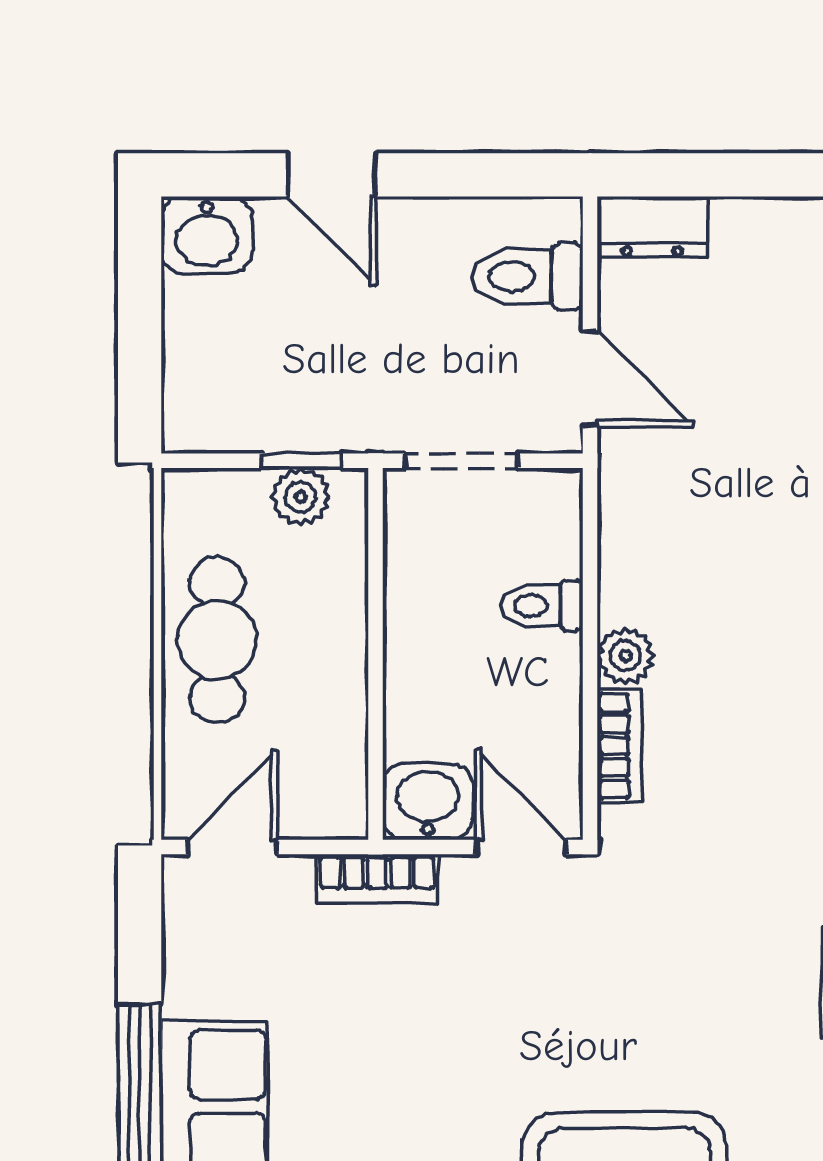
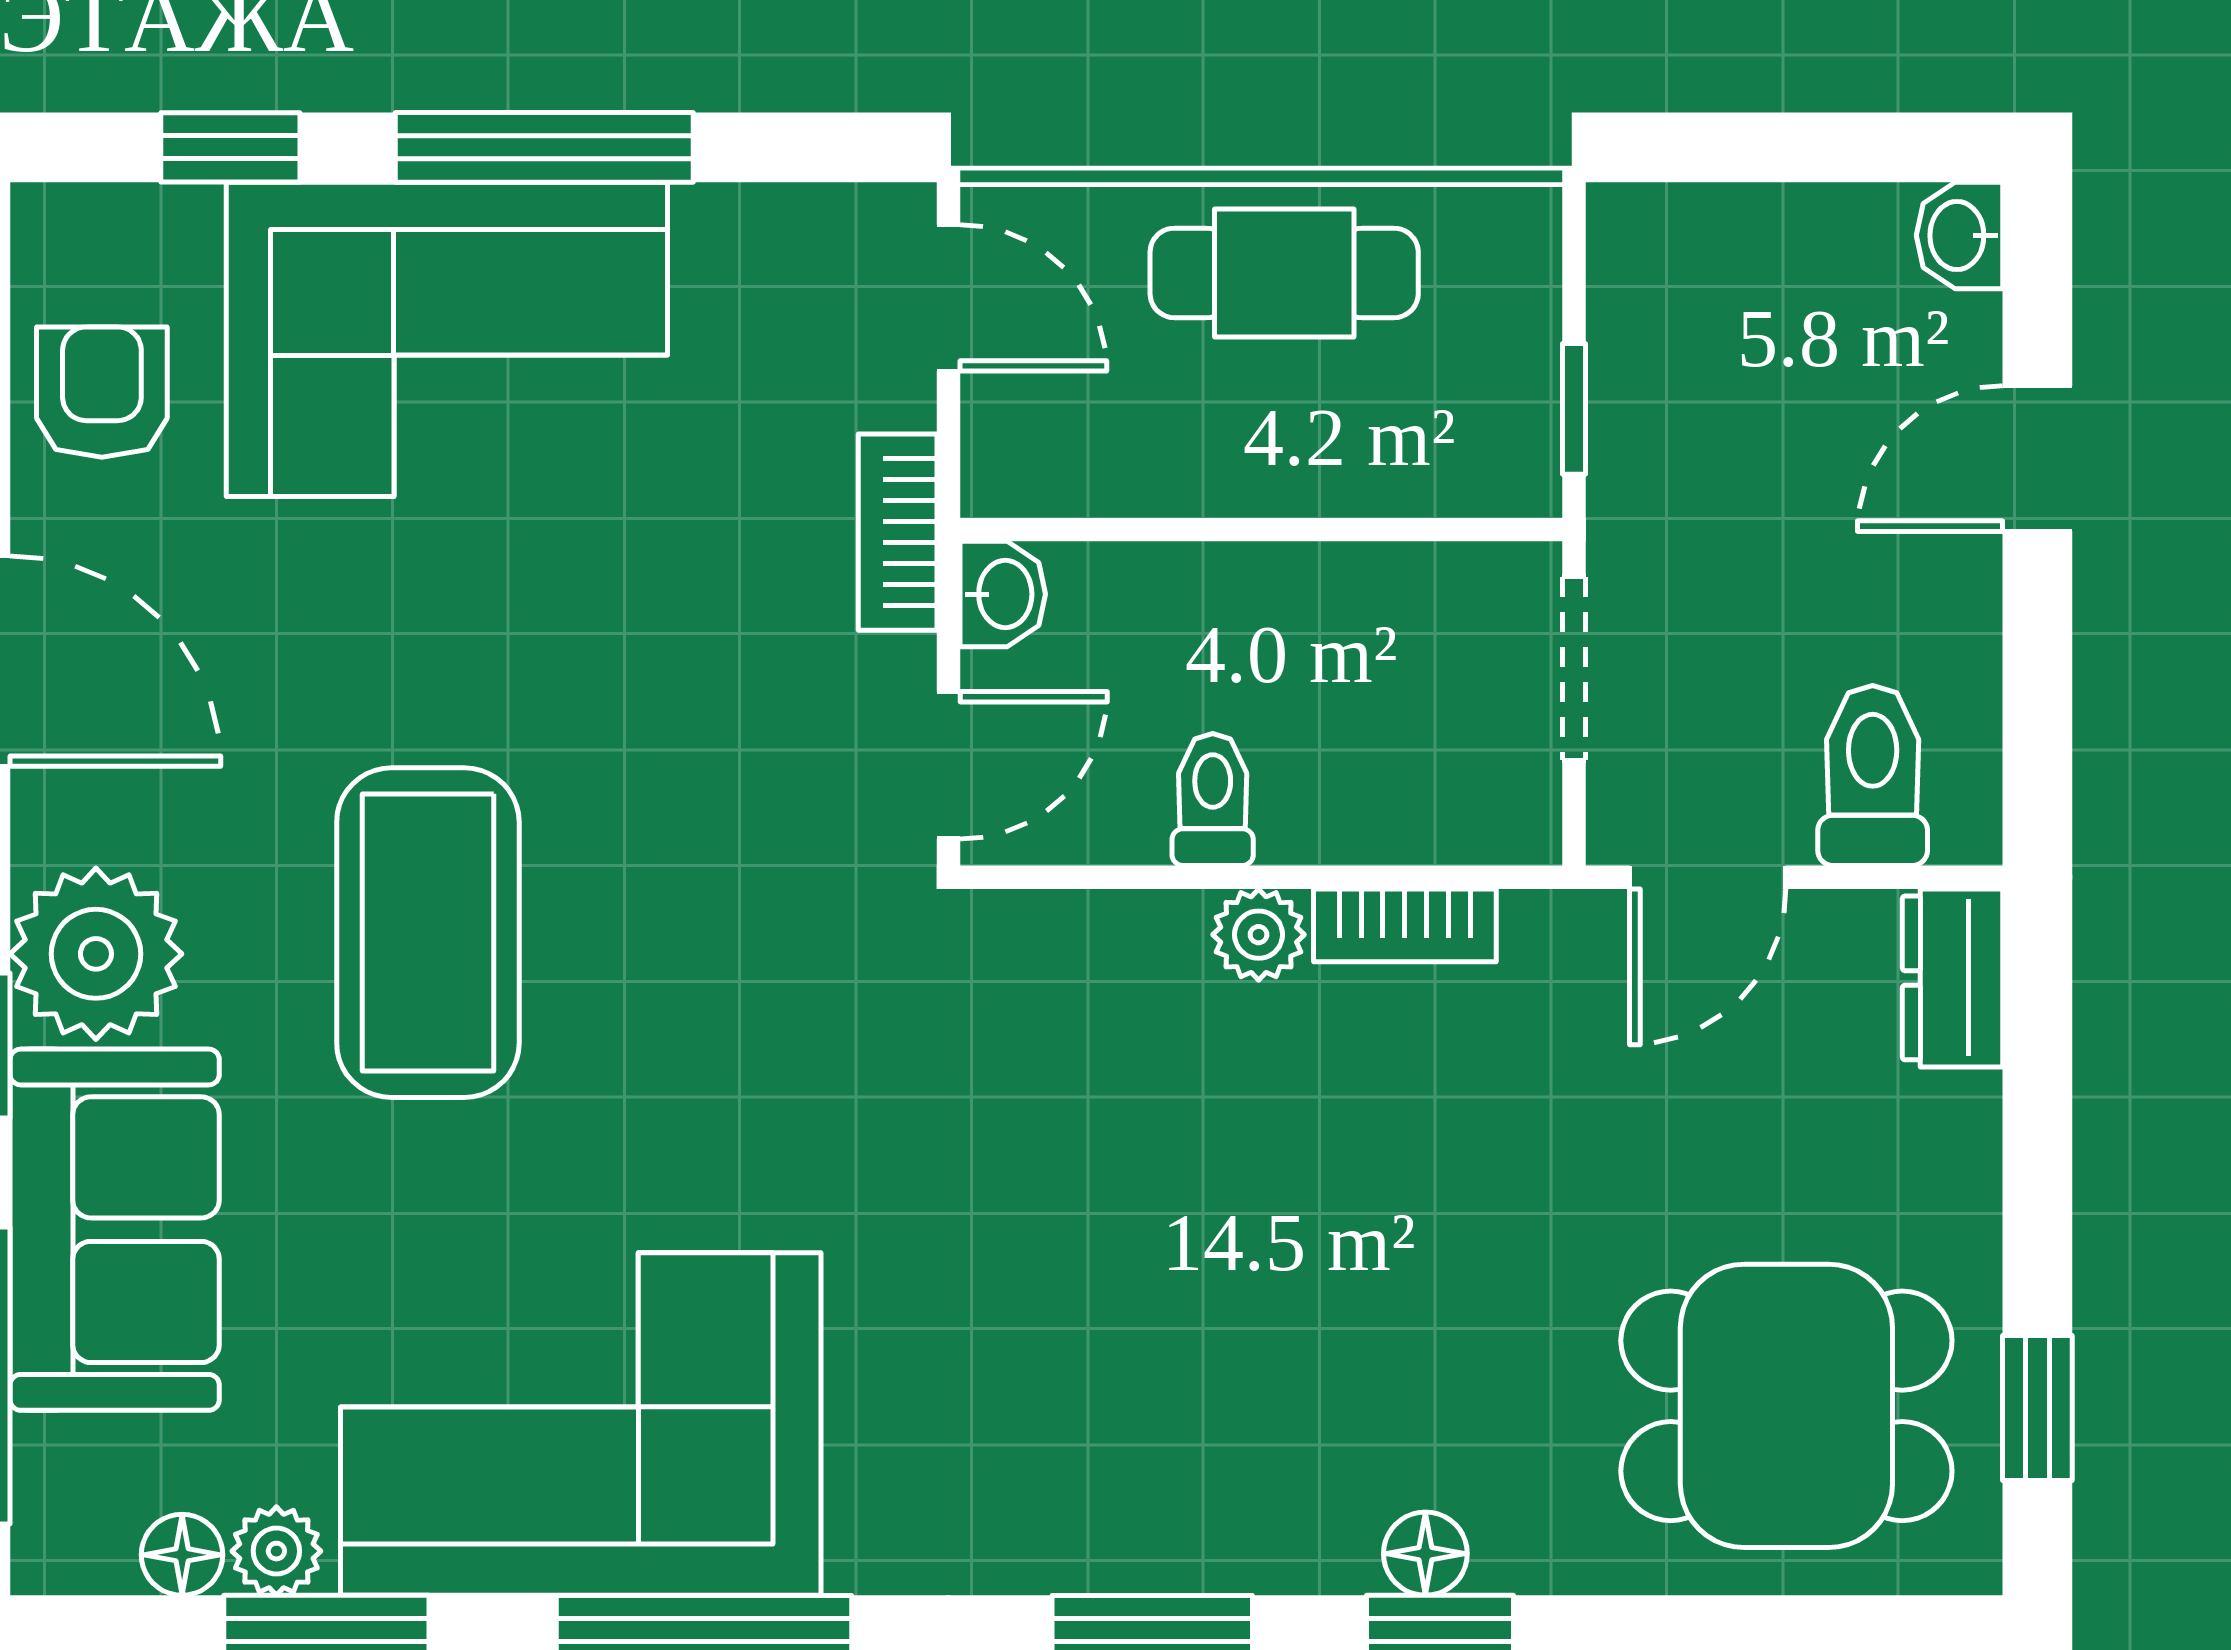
washbasin: (207, 235) -> (1960, 235), width x0.72, depth x0.69
plant: (301, 497) -> (1516, 408), removed
toilet: (542, 605) -> (1213, 800), moved
bookcase: (620, 746) -> (1405, 925), moved
washbasin: (428, 802) -> (1003, 594), width x0.72, depth x0.69

